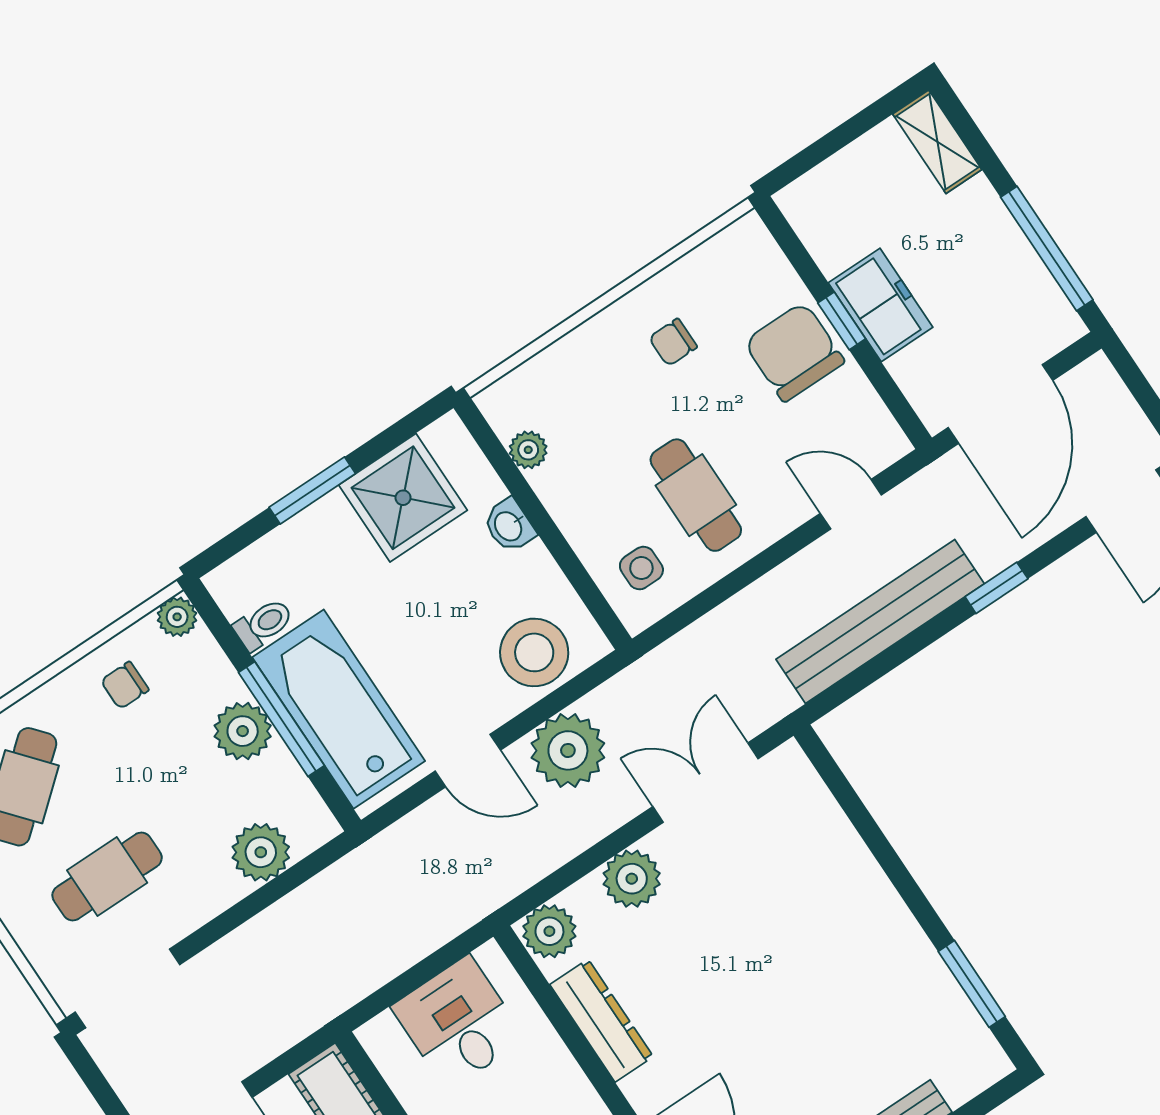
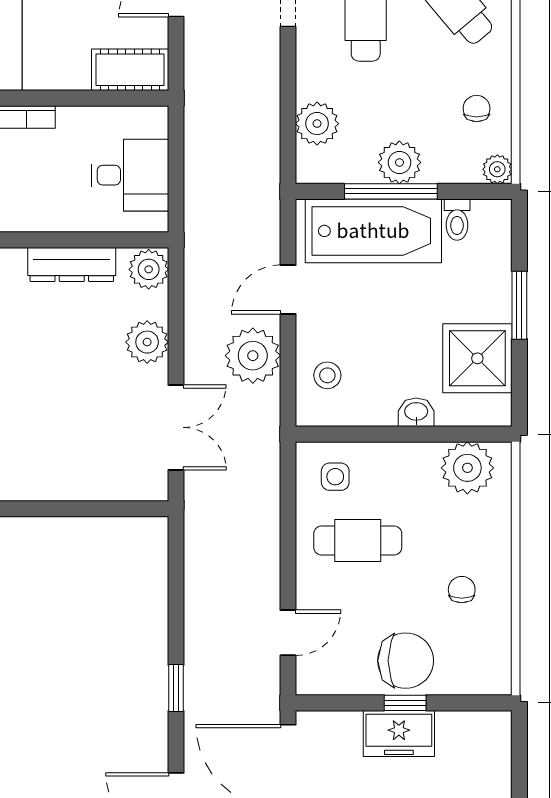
plant: (528, 450) -> (467, 468), width x1.88, depth x1.88
bench: (880, 621) -> (203, 602), removed
stool: (534, 652) -> (327, 375), width x0.53, depth x0.53

